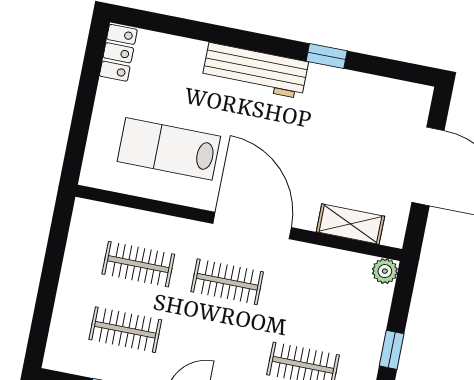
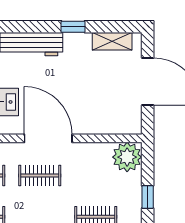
shelving: (350, 224) -> (112, 41), moved
plant: (385, 271) -> (127, 157), width x1.88, depth x1.88

